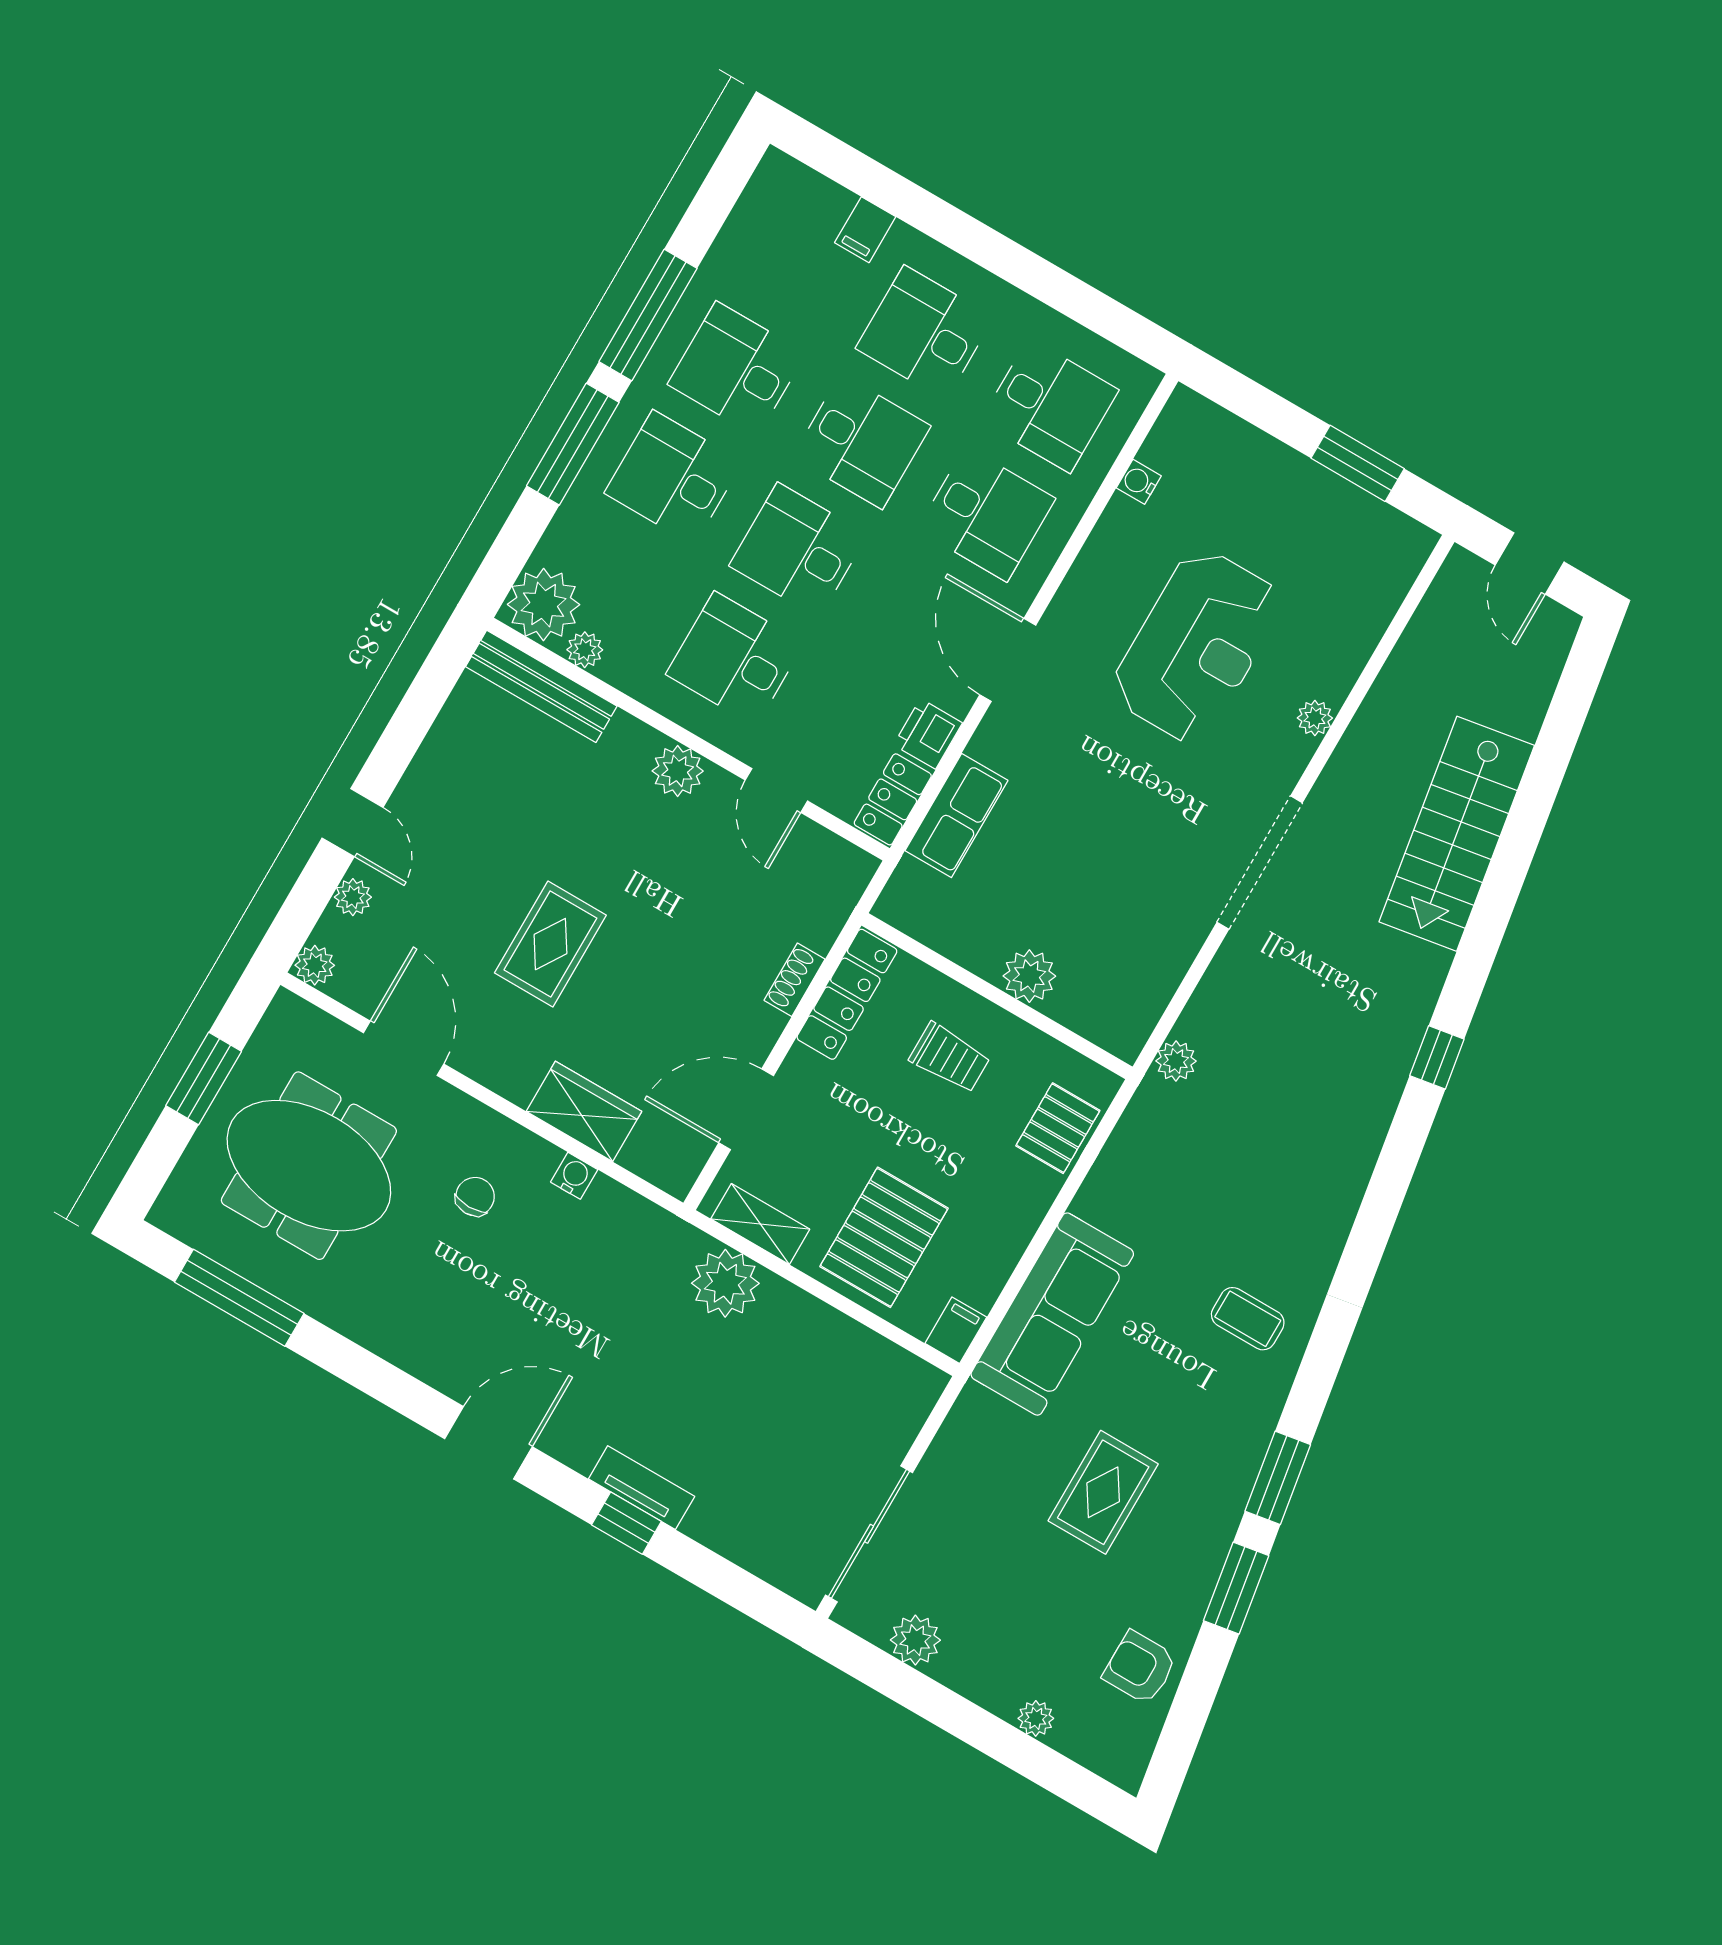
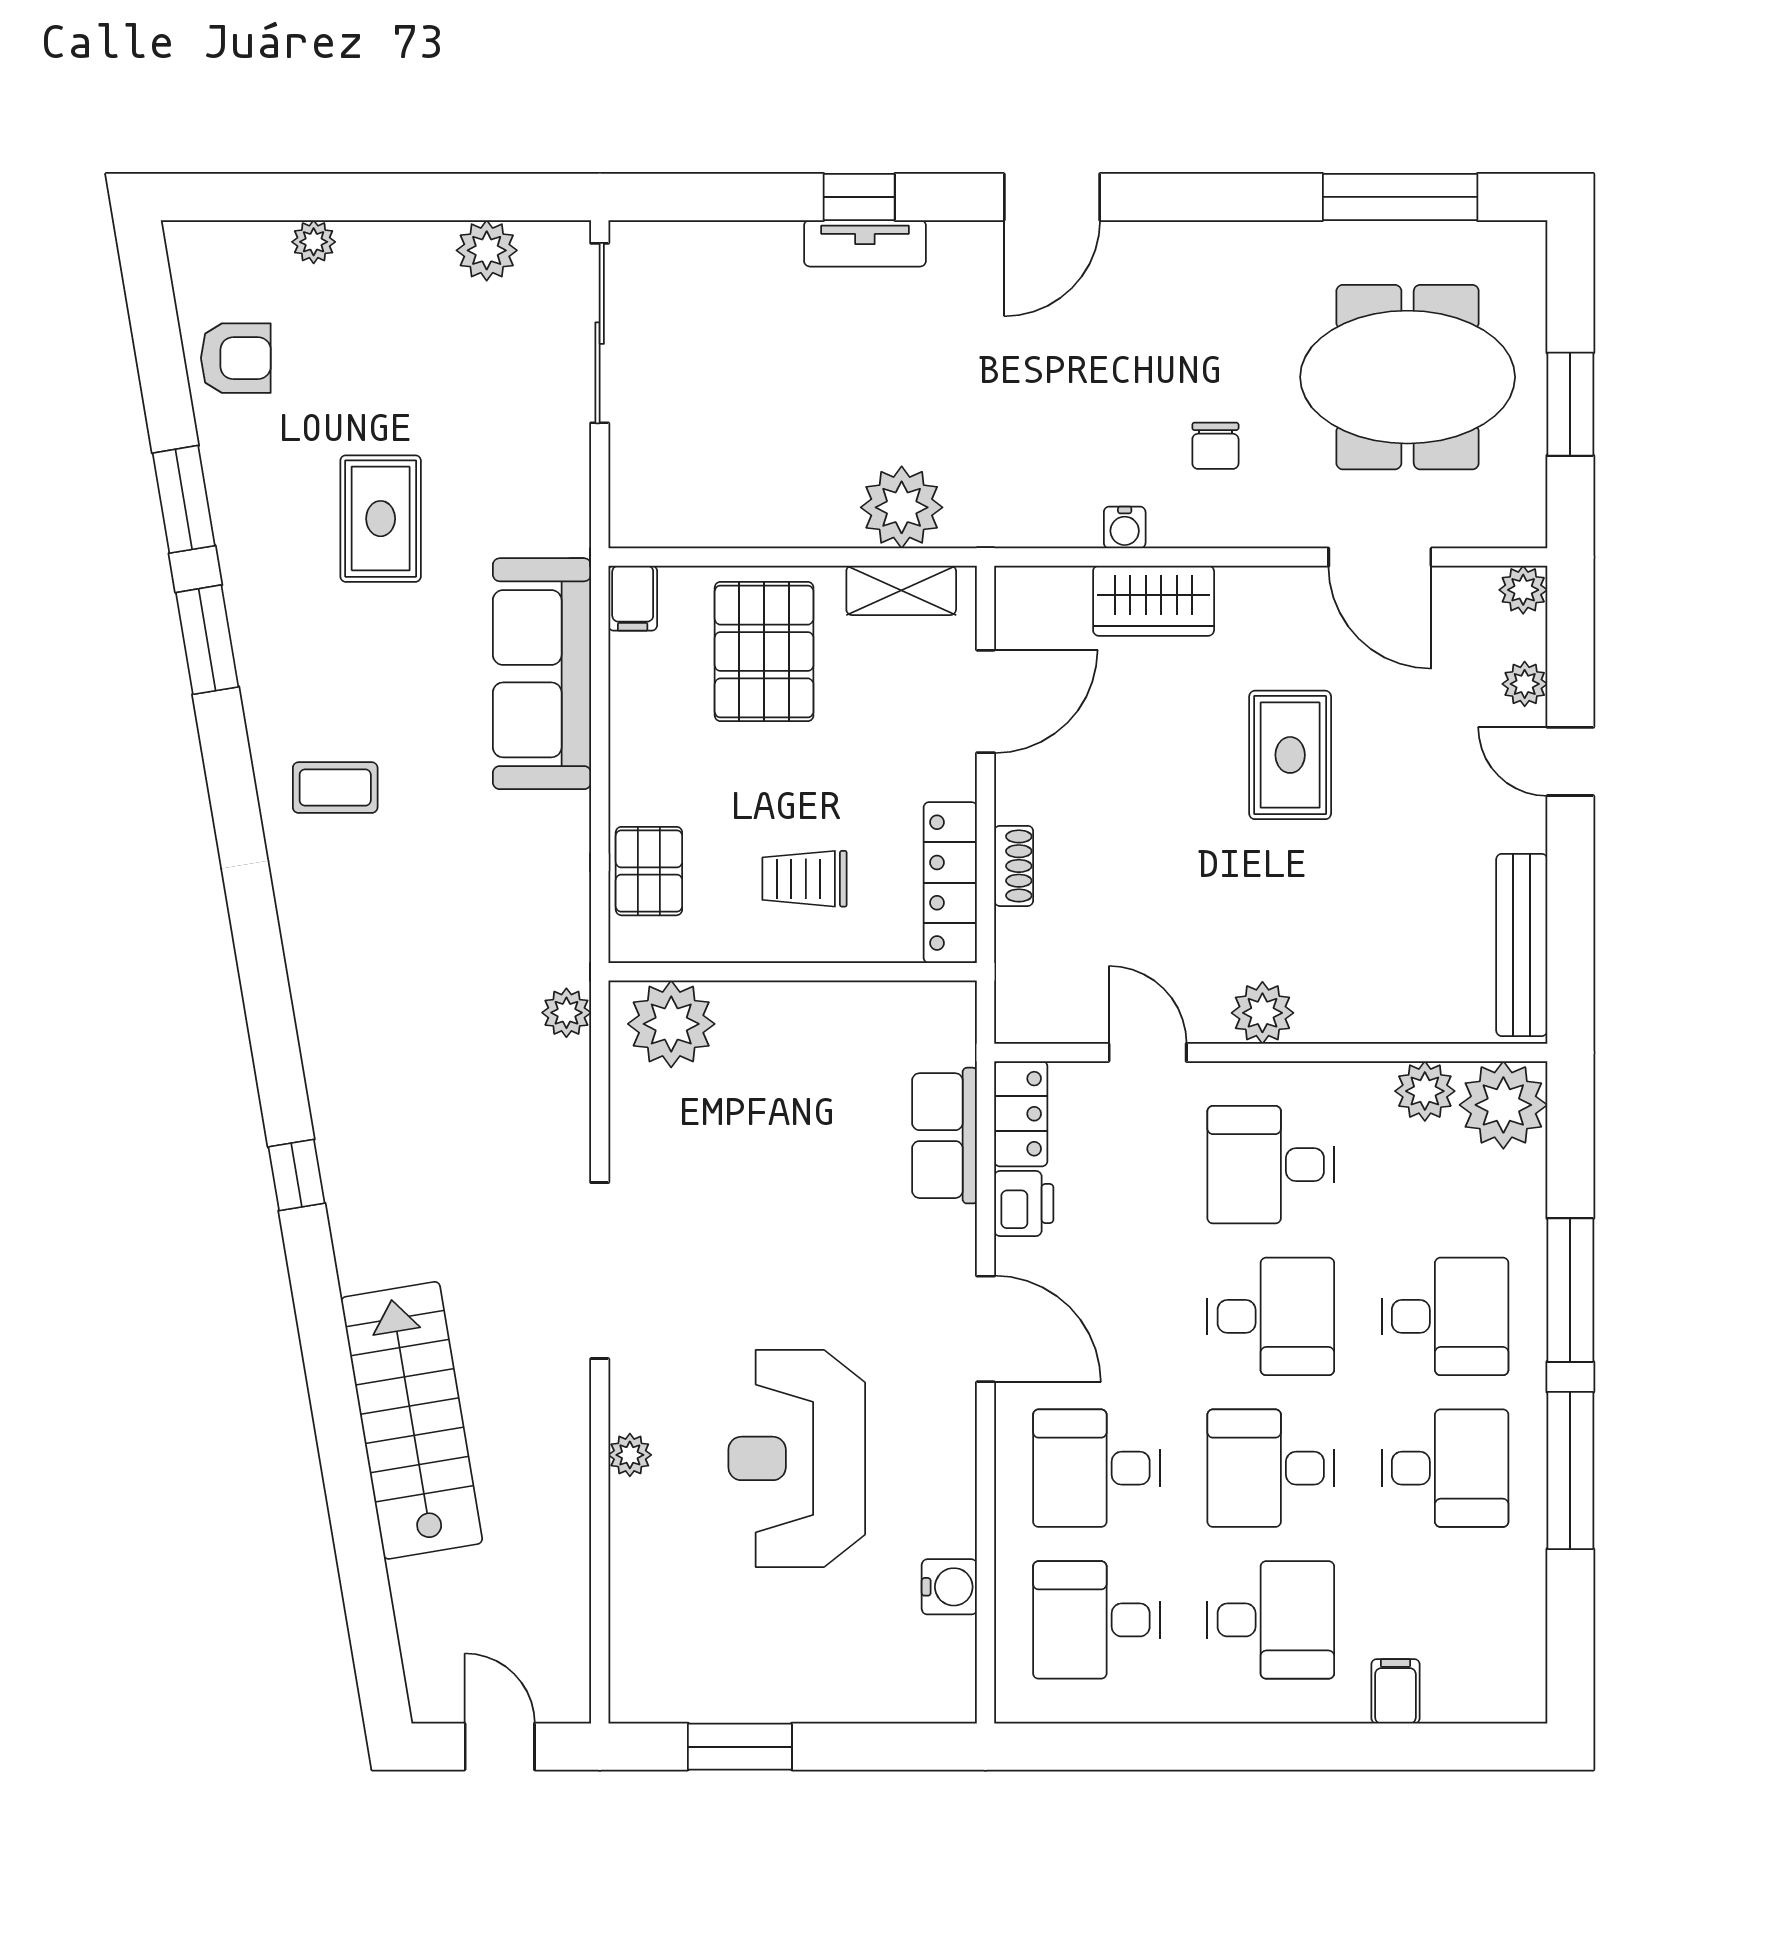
water cooler: (1139, 482) -> (949, 1587), width x1.38, depth x1.38
plant: (585, 650) -> (1425, 1091), width x1.38, depth x1.38
desk: (735, 659) -> (1271, 1165), turned 180
bench: (541, 686) -> (1522, 945), moved, turned 90
plant: (1029, 976) -> (671, 1024), moved, width x1.36, depth x1.36

